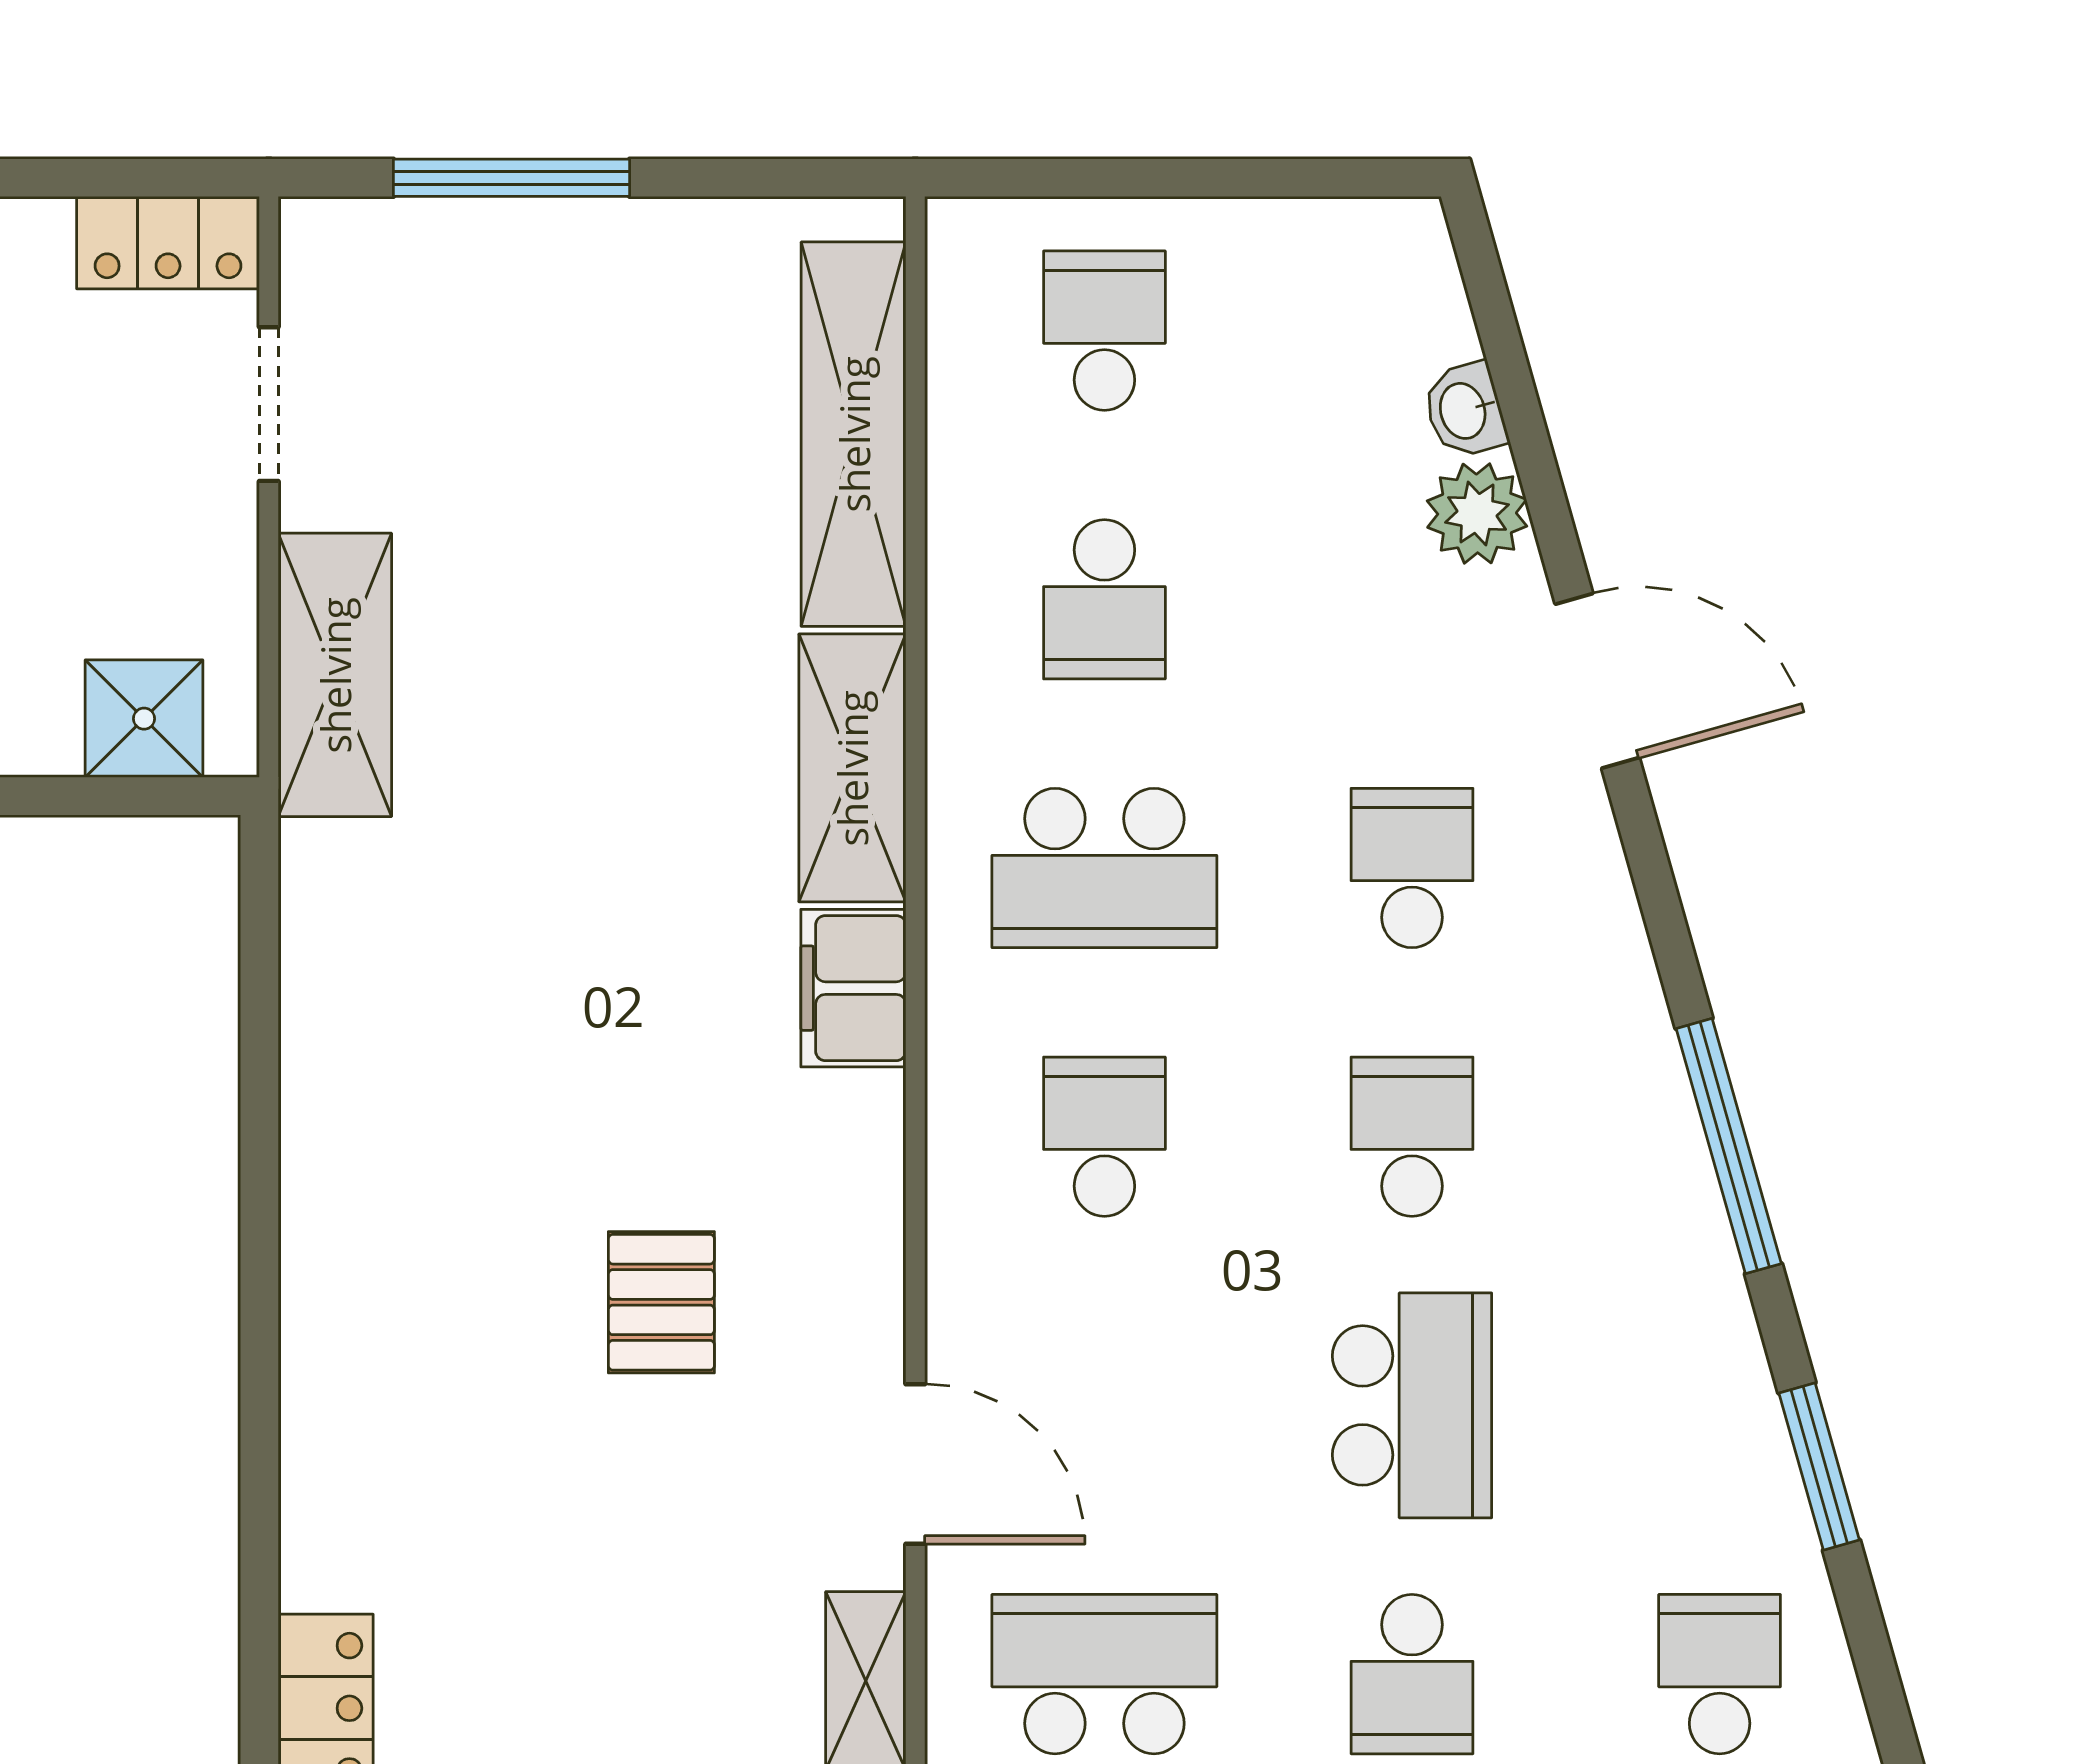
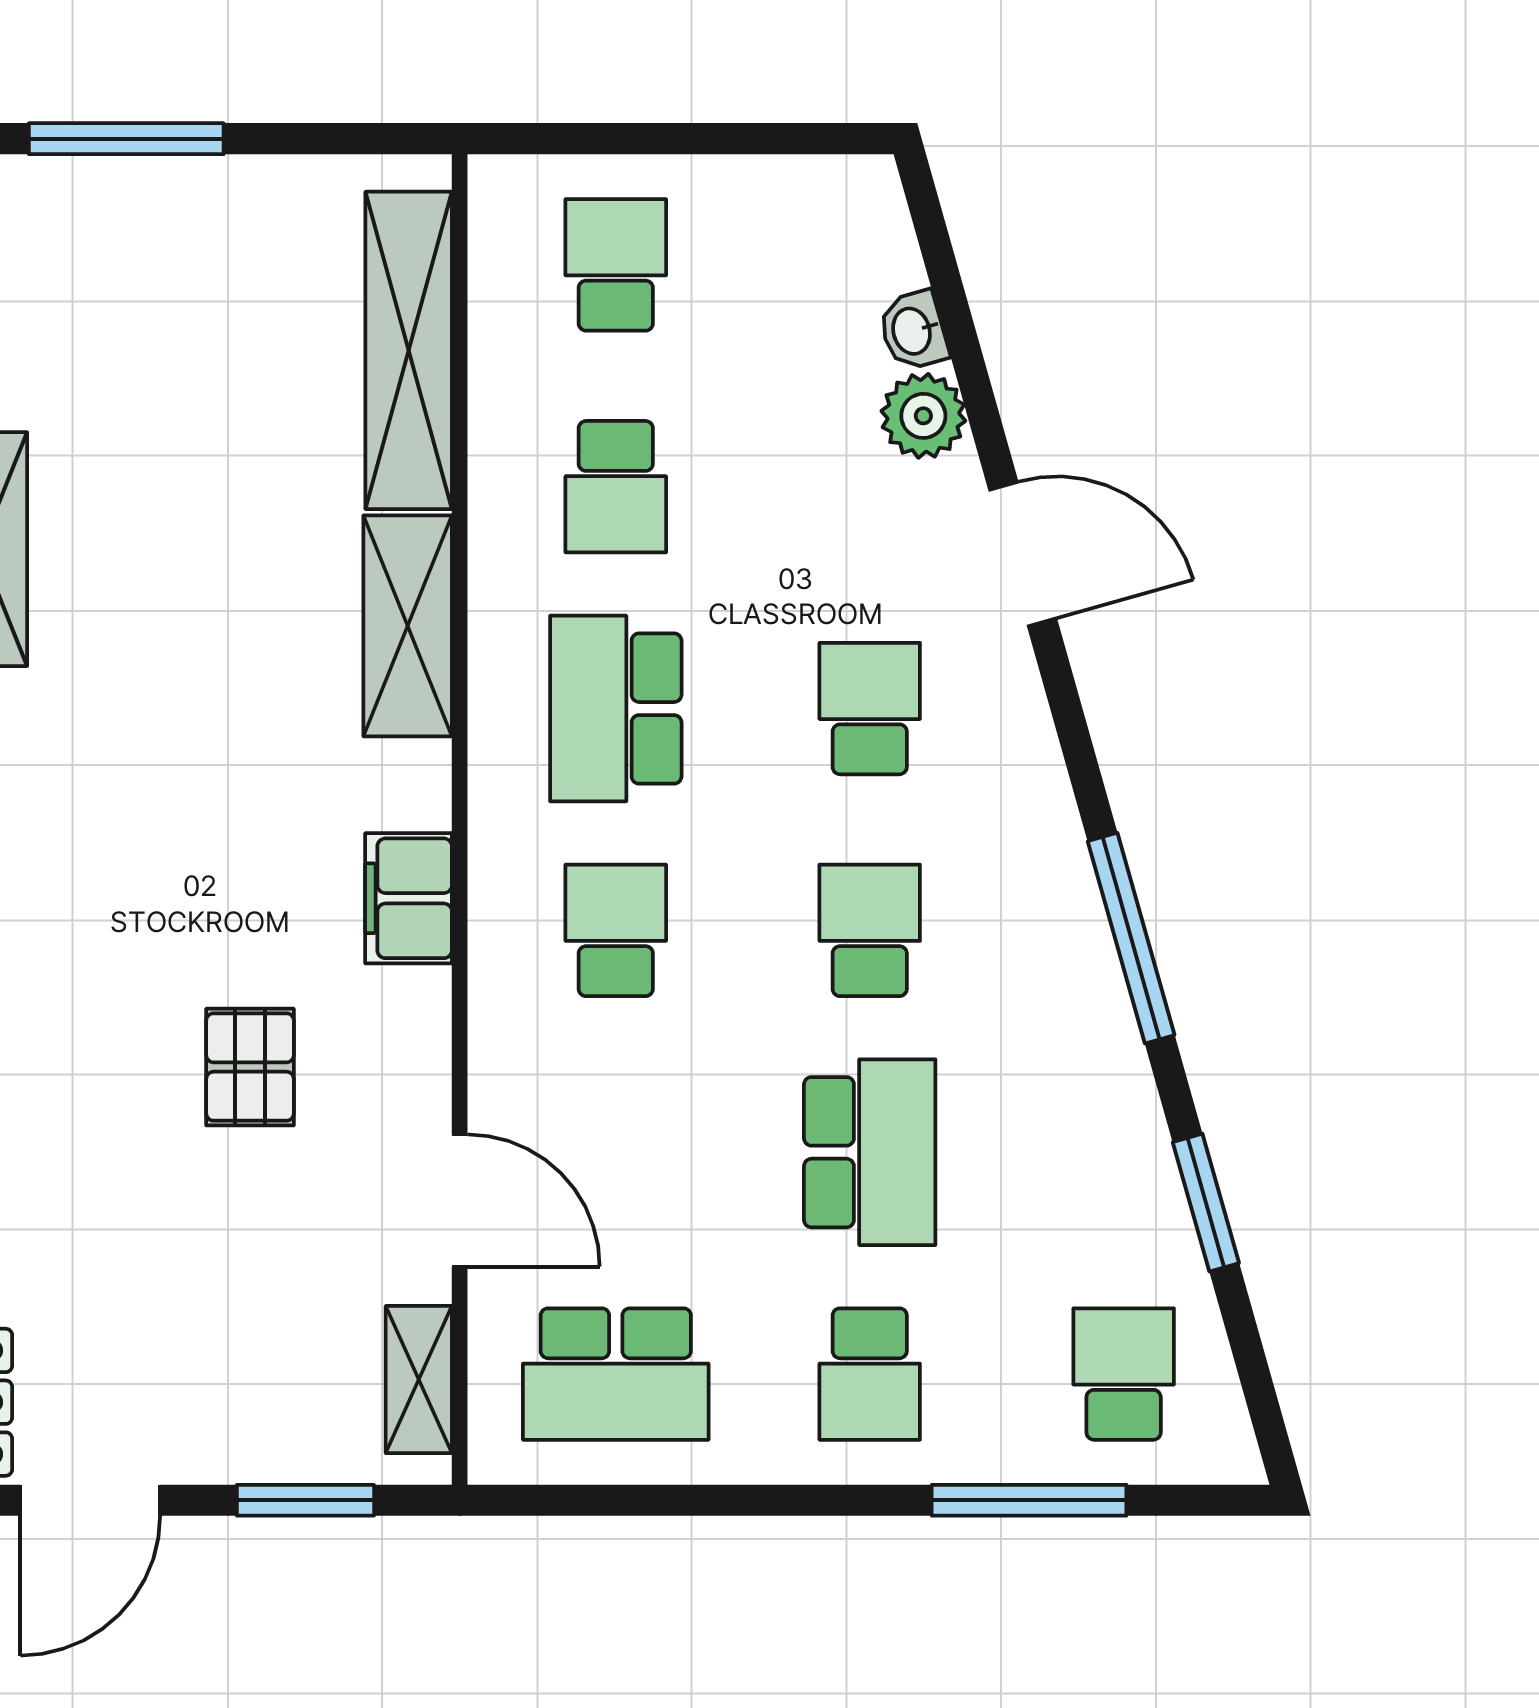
school desk: (1104, 868) -> (616, 709), turned 90
filing cabinet: (853, 988) -> (409, 898), moved
school desk: (1104, 1674) -> (616, 1374), turned 180

